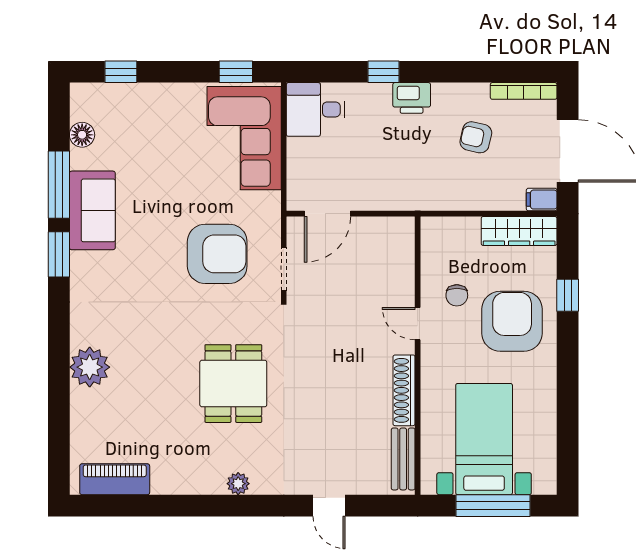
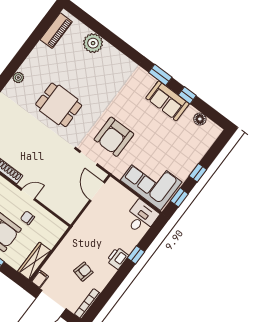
window: (121, 72) -> (198, 173), moved
window: (59, 185) -> (187, 95), width x0.46
plant: (90, 367) -> (93, 43), moved

